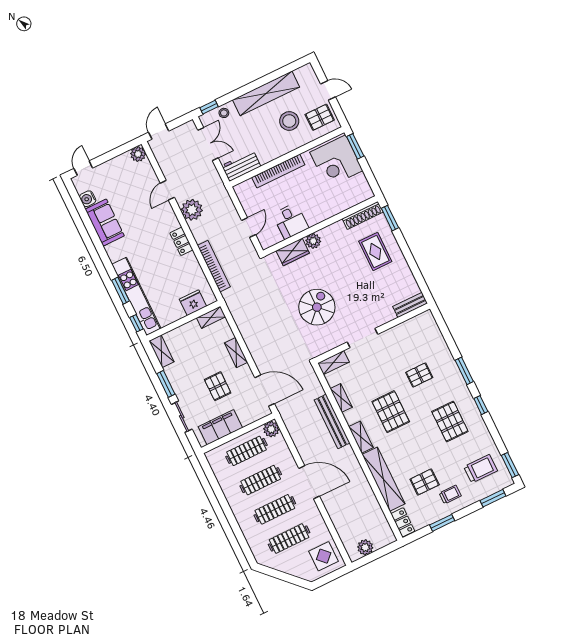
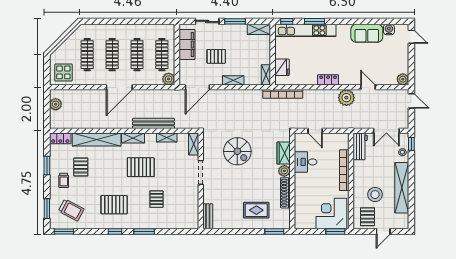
shoe rack: (363, 215) -> (285, 193), moved
bookcase: (214, 266) -> (283, 94), moved
trolley: (481, 469) -> (71, 210), turned -62

